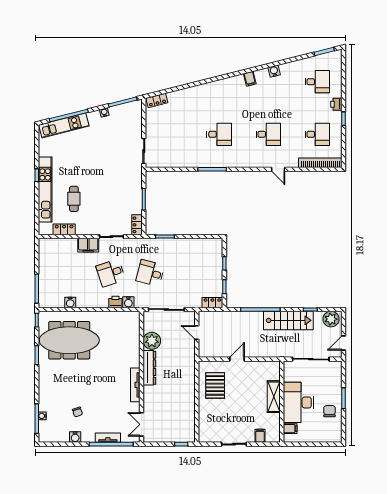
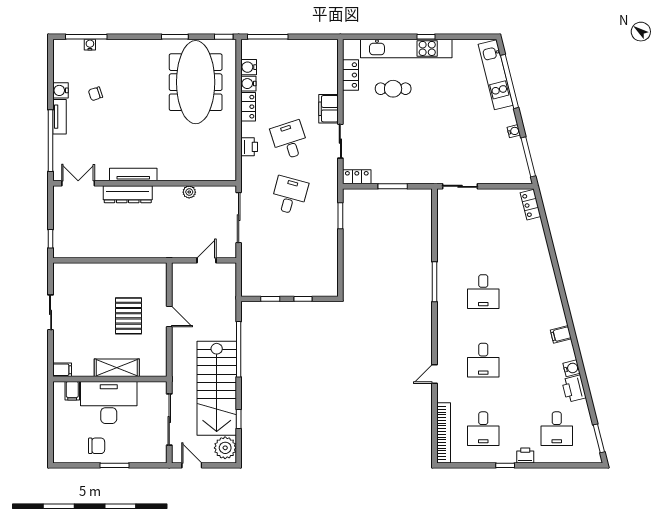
printer: (289, 69) -> (574, 389), added
water cooler: (128, 302) -> (249, 67), moved
locker: (212, 303) -> (248, 107), moved
stairs: (288, 320) -> (217, 388), width x1.36, depth x1.51
plant: (152, 341) -> (189, 192), width x0.53, depth x0.53
dresser: (149, 368) -> (128, 194), moved
pallet: (215, 385) -> (128, 316), moved, turned 90
filing cabinet: (260, 436) -> (62, 370), moved
tv unit: (108, 438) -> (59, 117), moved

